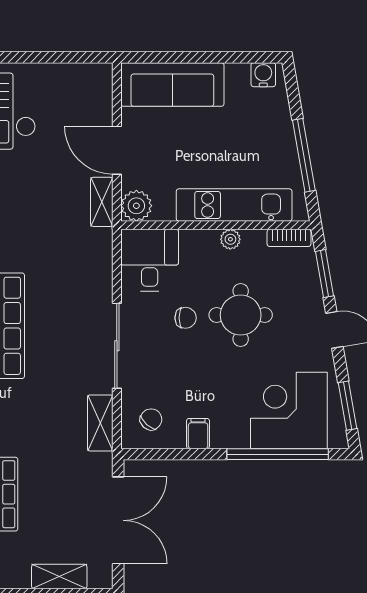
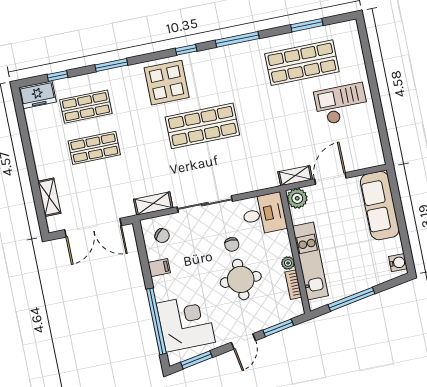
bookcase: (289, 238) -> (293, 285), moved

